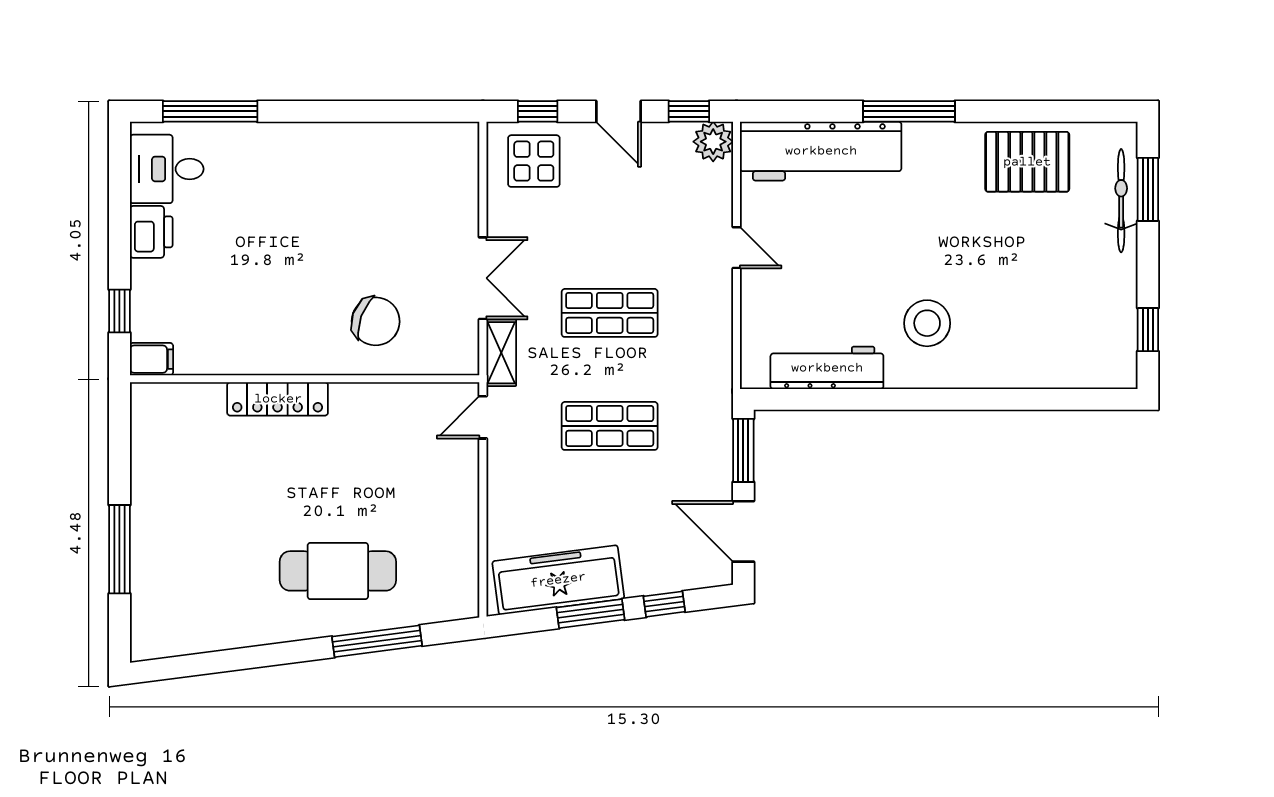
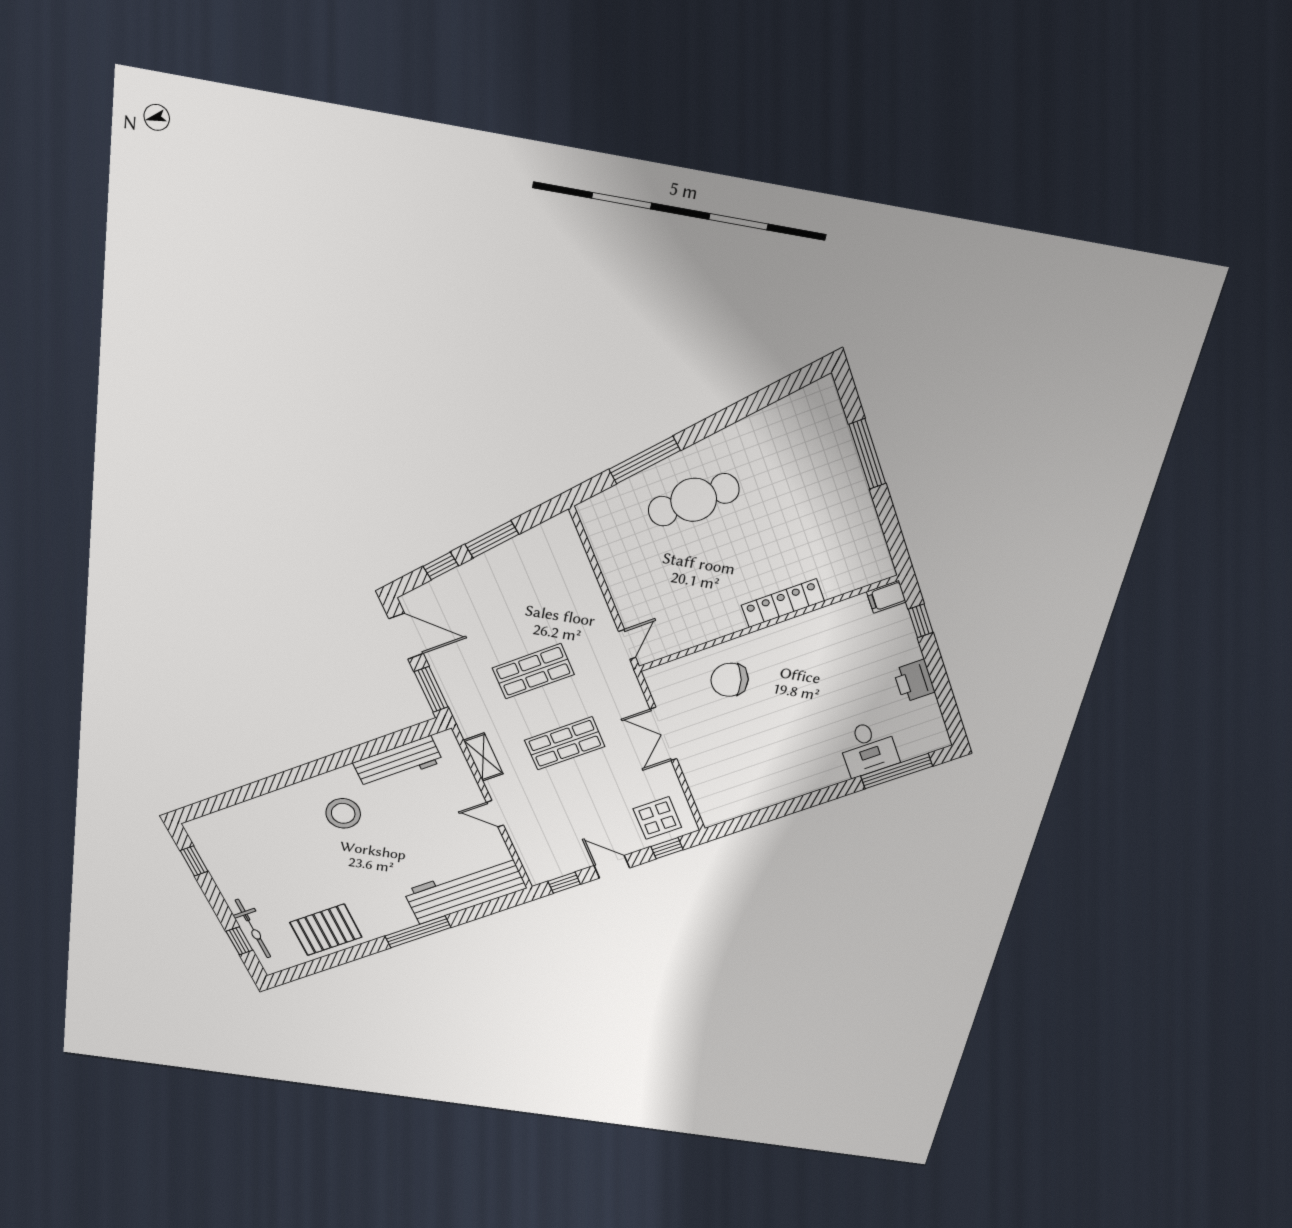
plant: (713, 142) -> (540, 871), removed
desk: (167, 169) -> (868, 748), moved, turned 90
window: (1148, 189) -> (239, 941), width x0.67
shelving: (501, 353) -> (483, 757), moved
freezer: (558, 580) -> (526, 554), removed

